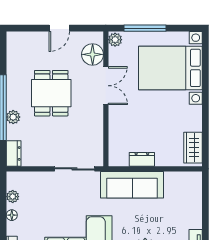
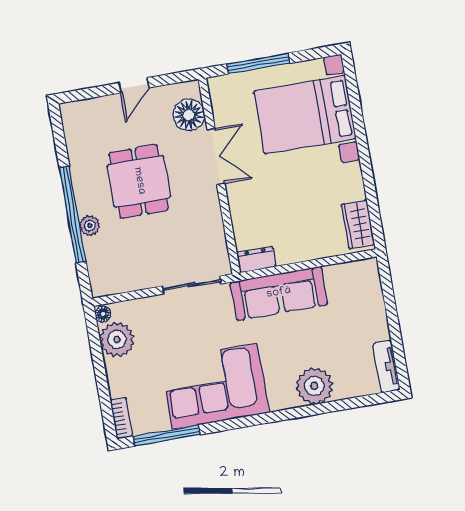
plant: (115, 40) -> (218, 88), removed
dresser: (14, 153) -> (99, 278), removed
dresser: (142, 159) -> (256, 260), moved
plant: (13, 197) -> (117, 339), width x1.87, depth x1.87
floor lamp: (12, 215) -> (103, 314), moved

